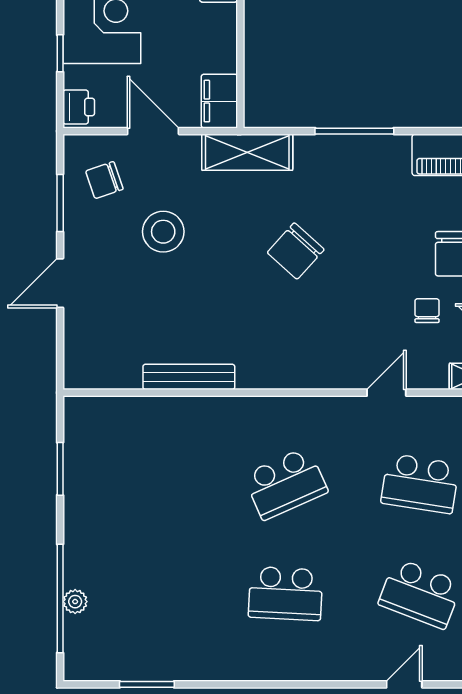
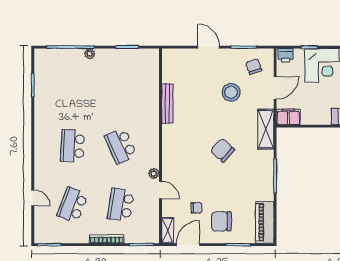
plant: (349, 408) -> (154, 174), added
plant: (75, 602) -> (90, 54), moved

